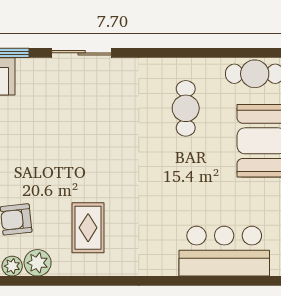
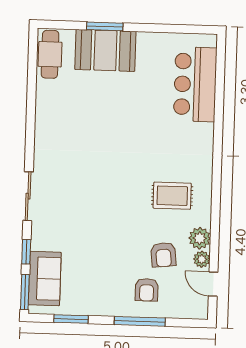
cafe table: (186, 108) -> (77, 112), removed

